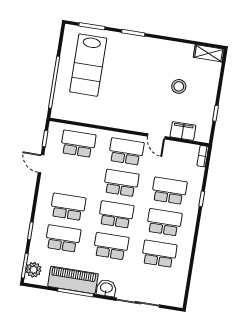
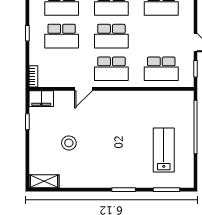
lab bench: (88, 65) -> (164, 150), width x0.73, depth x0.72
filing cabinet: (183, 131) -> (41, 99), moved
door: (156, 136) -> (84, 89), swing flipped

